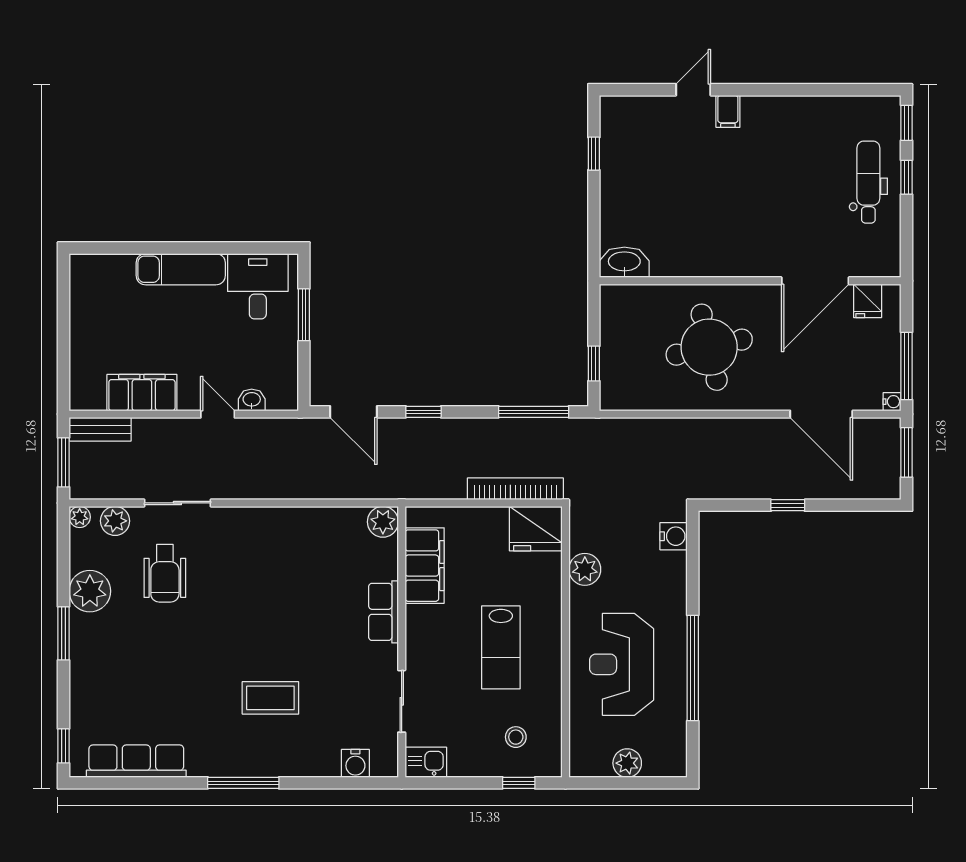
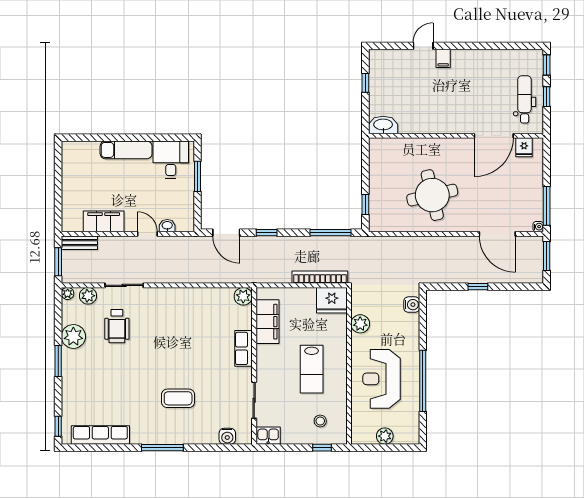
washbasin: (624, 262) -> (383, 125), moved
wall: (750, 281) -> (456, 136), moved
door: (815, 281) -> (494, 136), moved
fridge: (868, 301) -> (524, 147), moved

